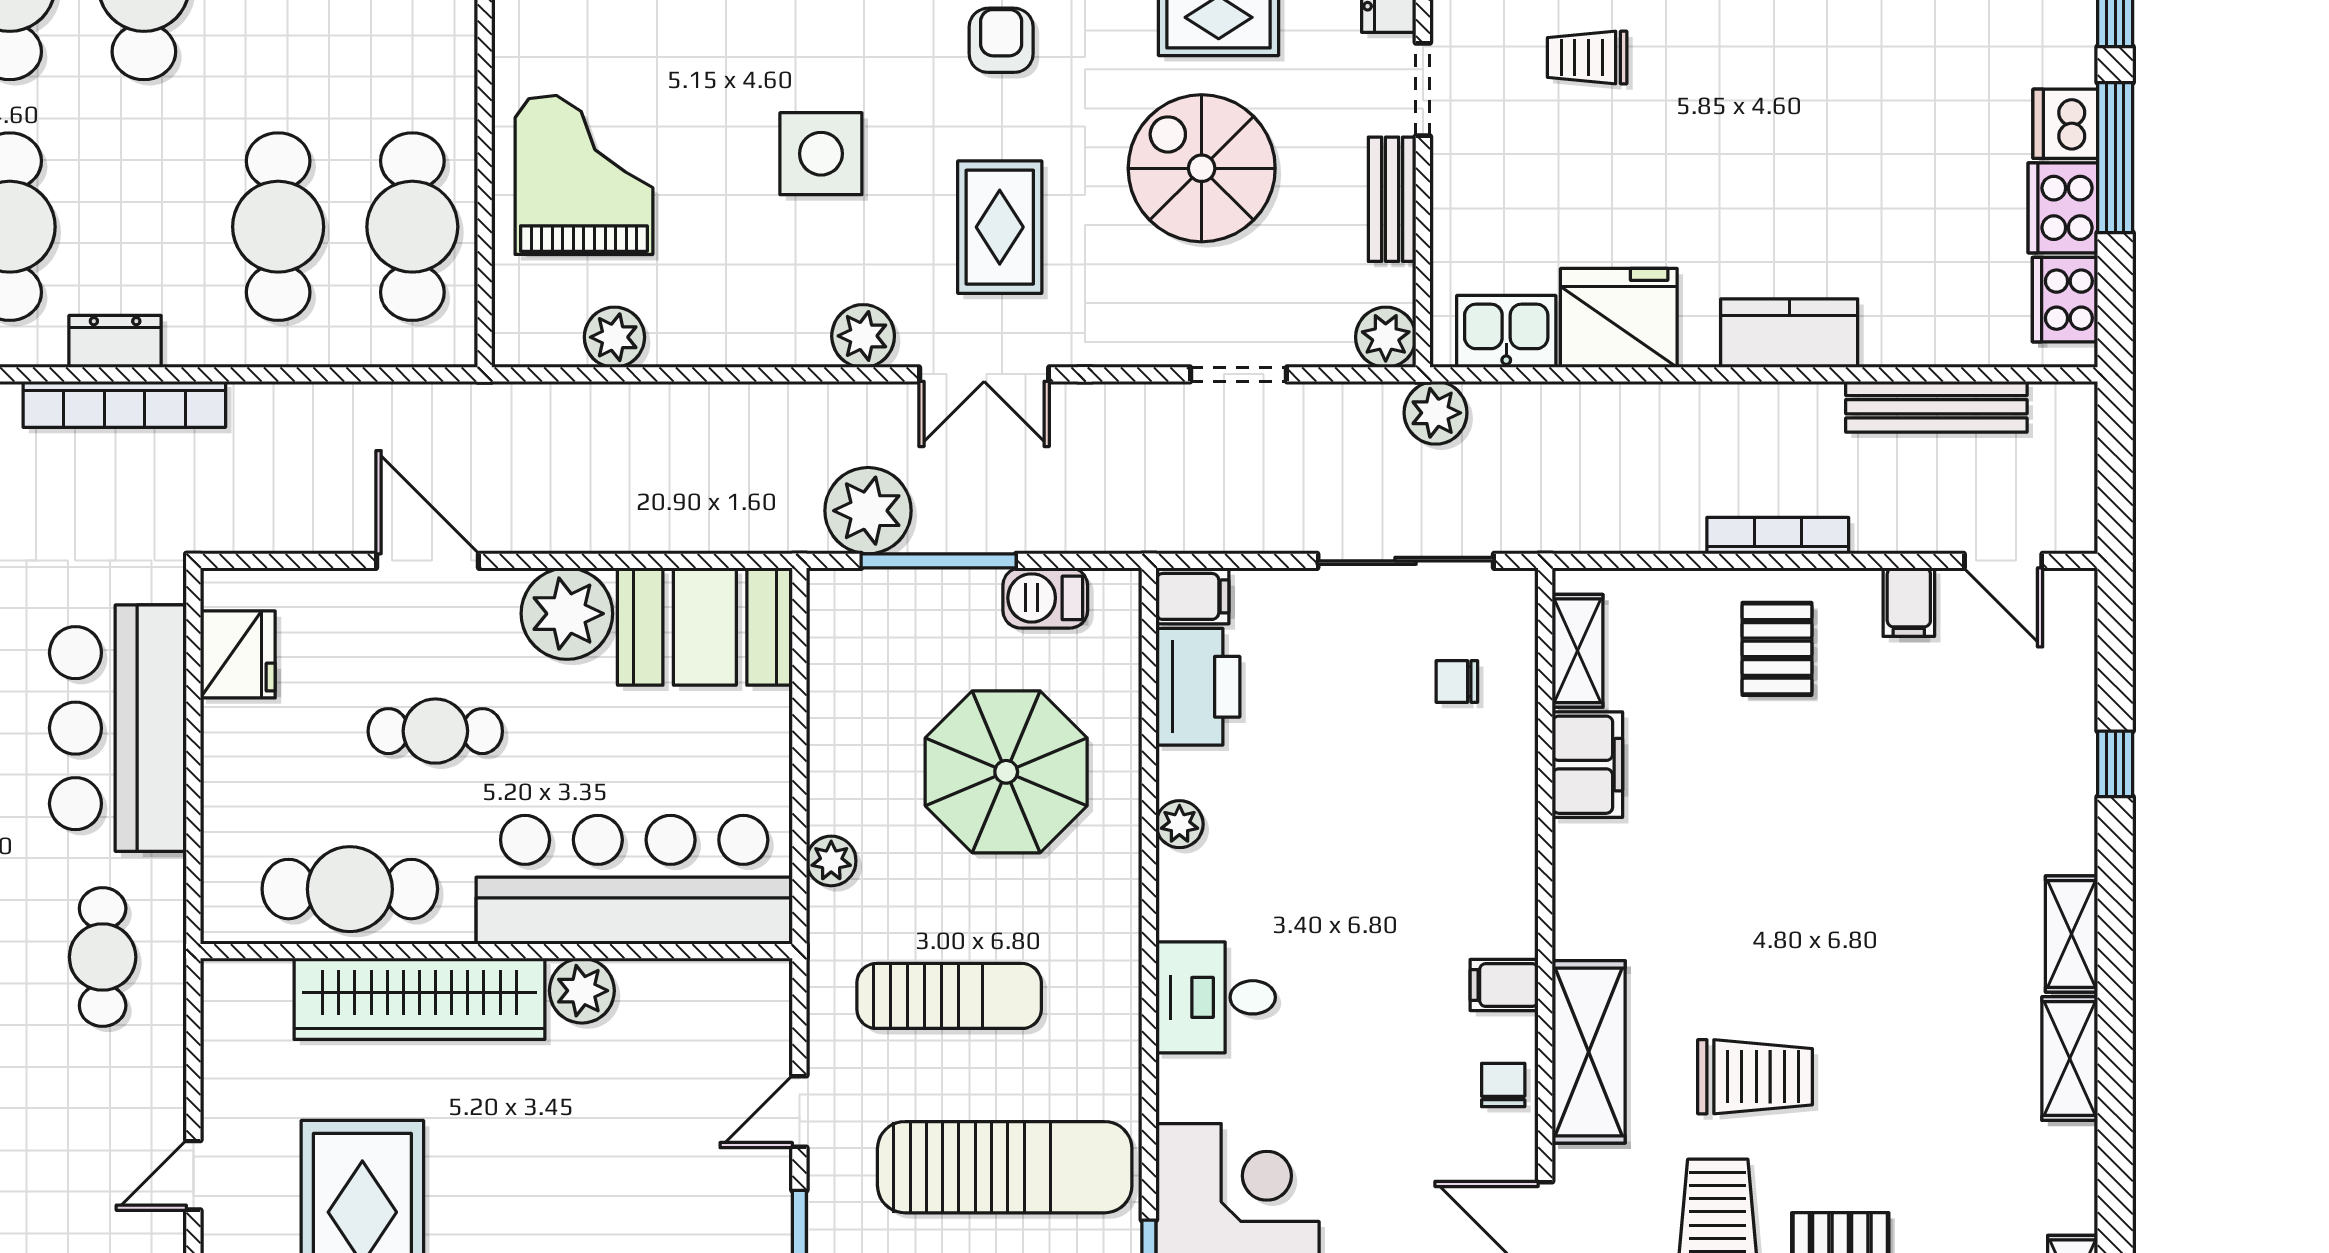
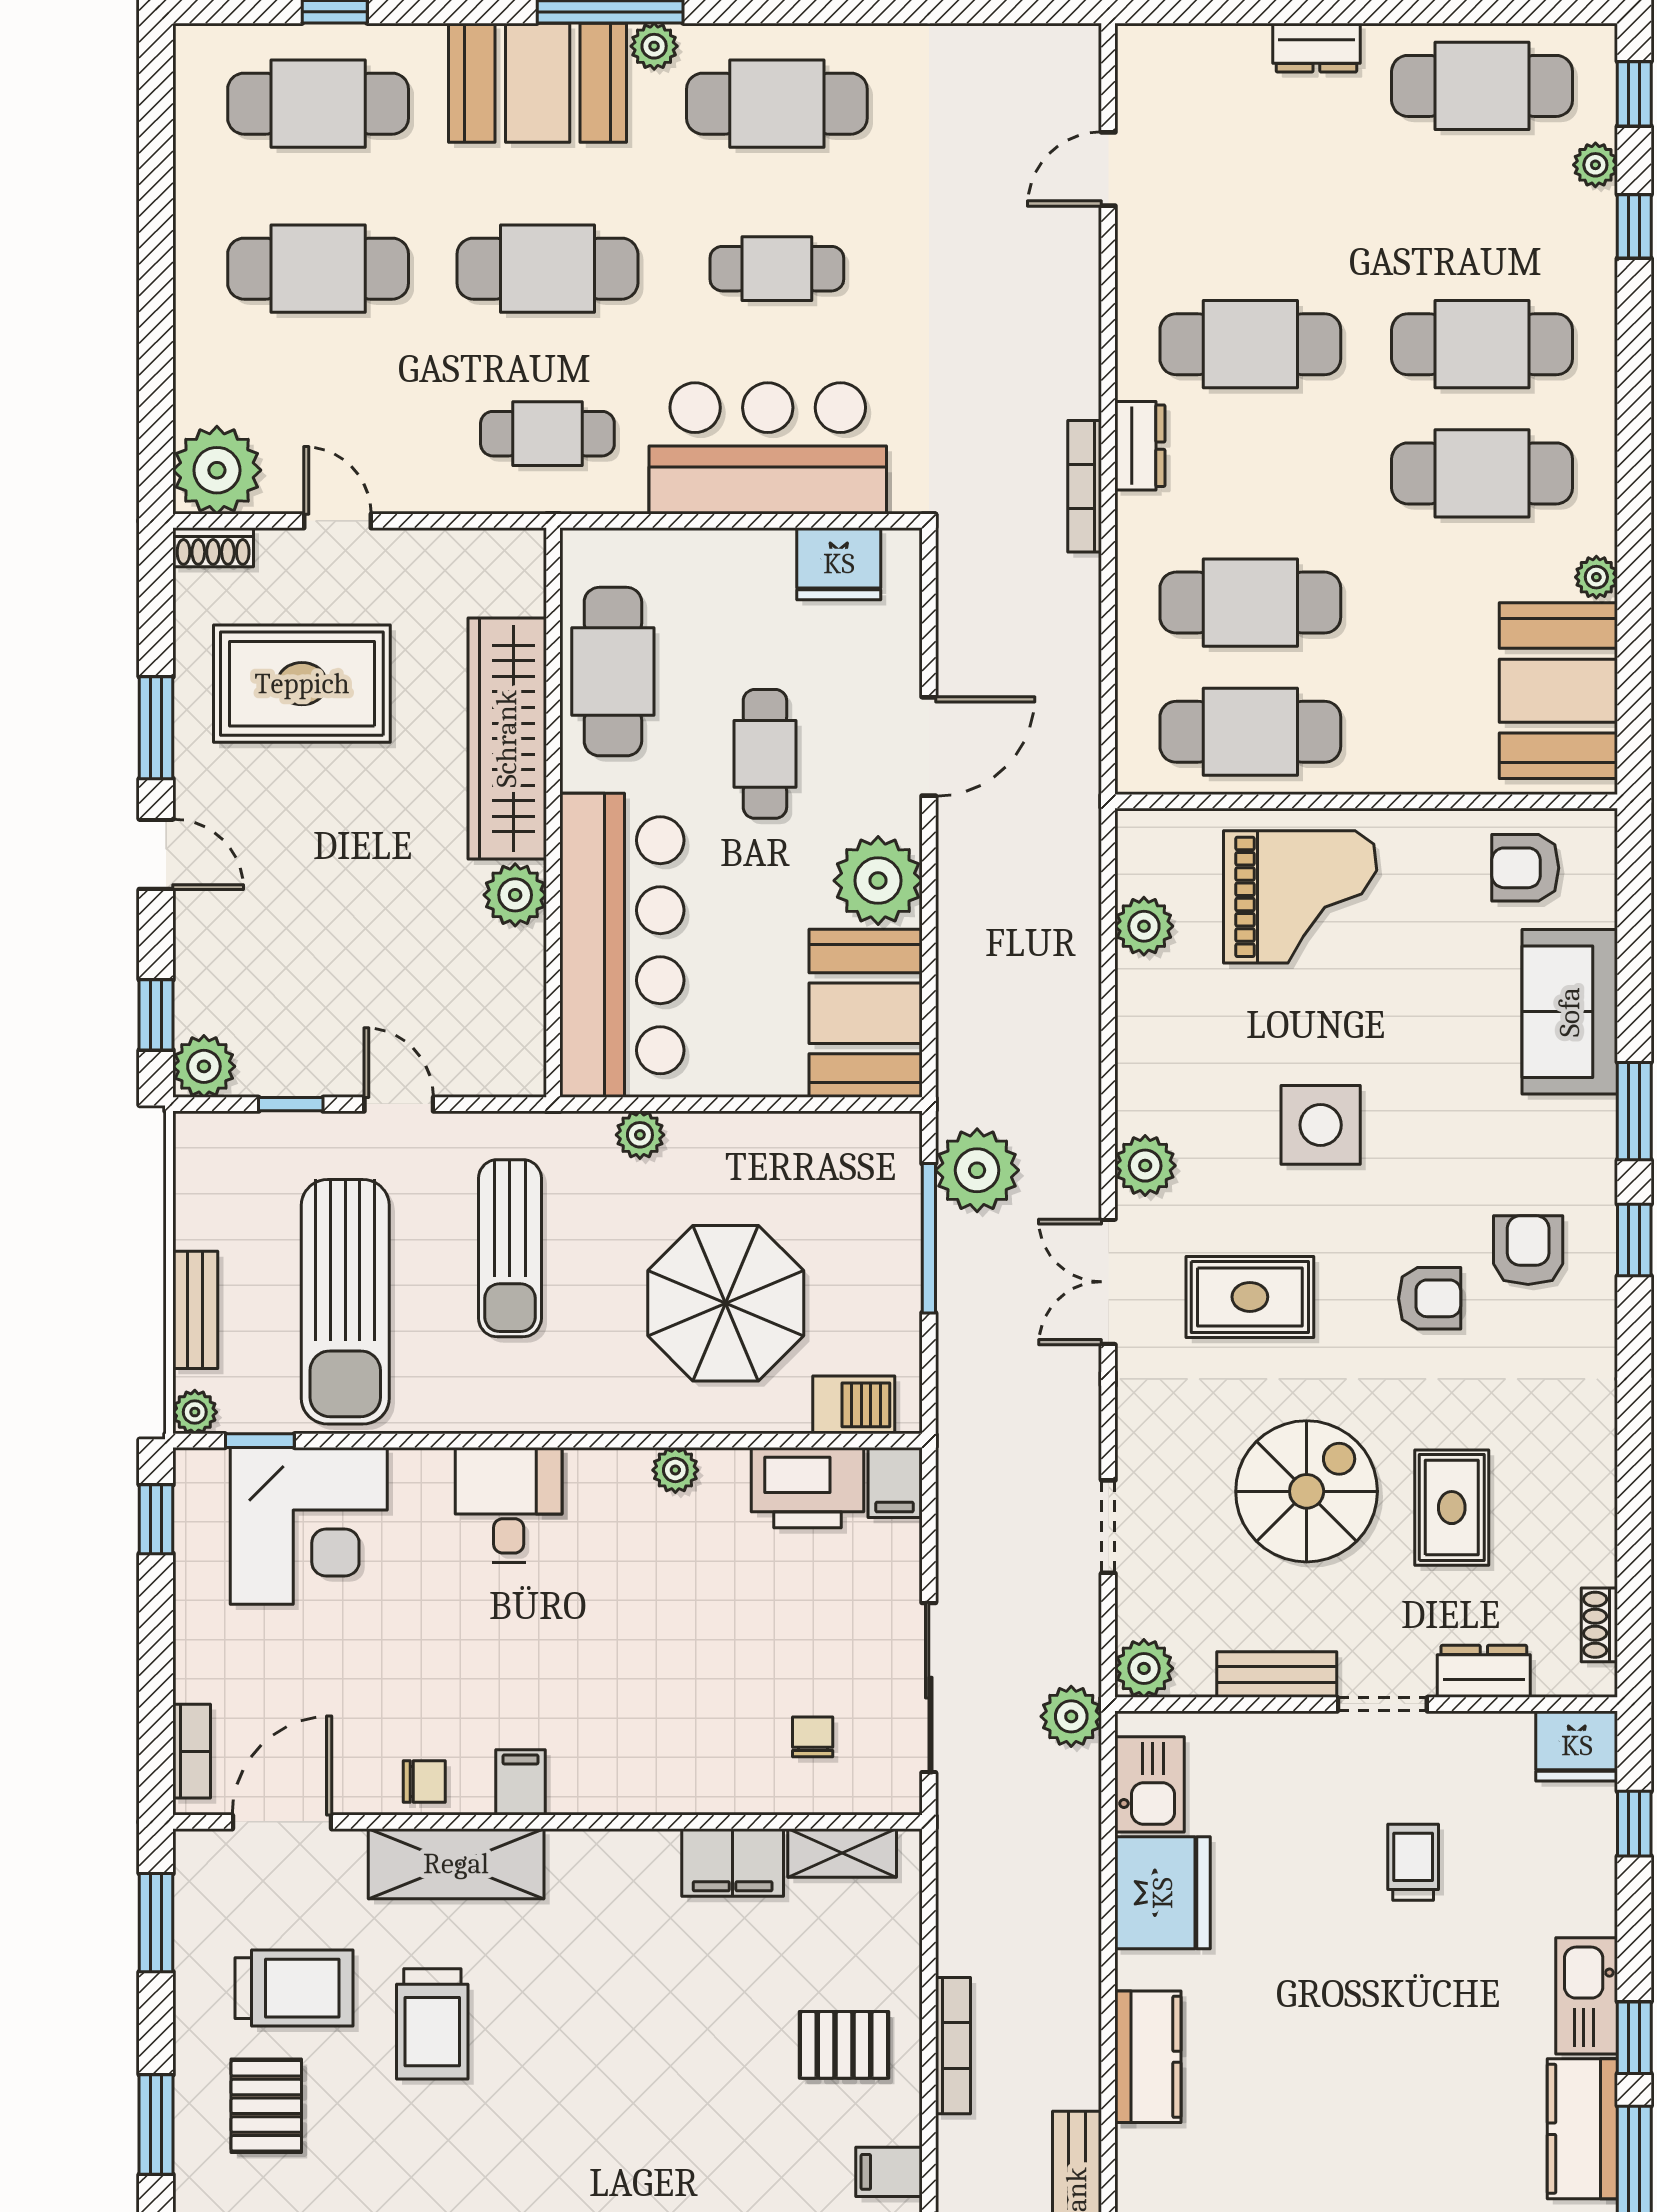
bookcase: (124, 404) -> (1085, 486), width x0.68, depth x0.76
barbecue: (1045, 598) -> (854, 1405), moved, turned 90

